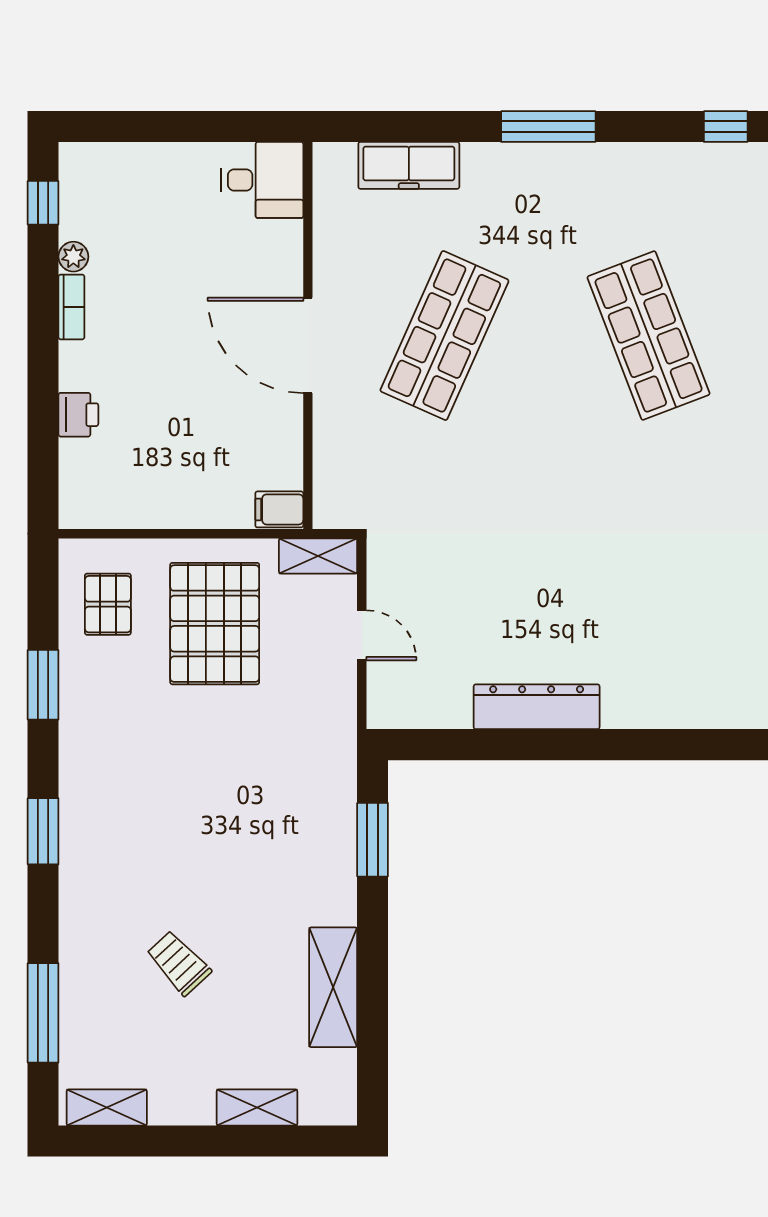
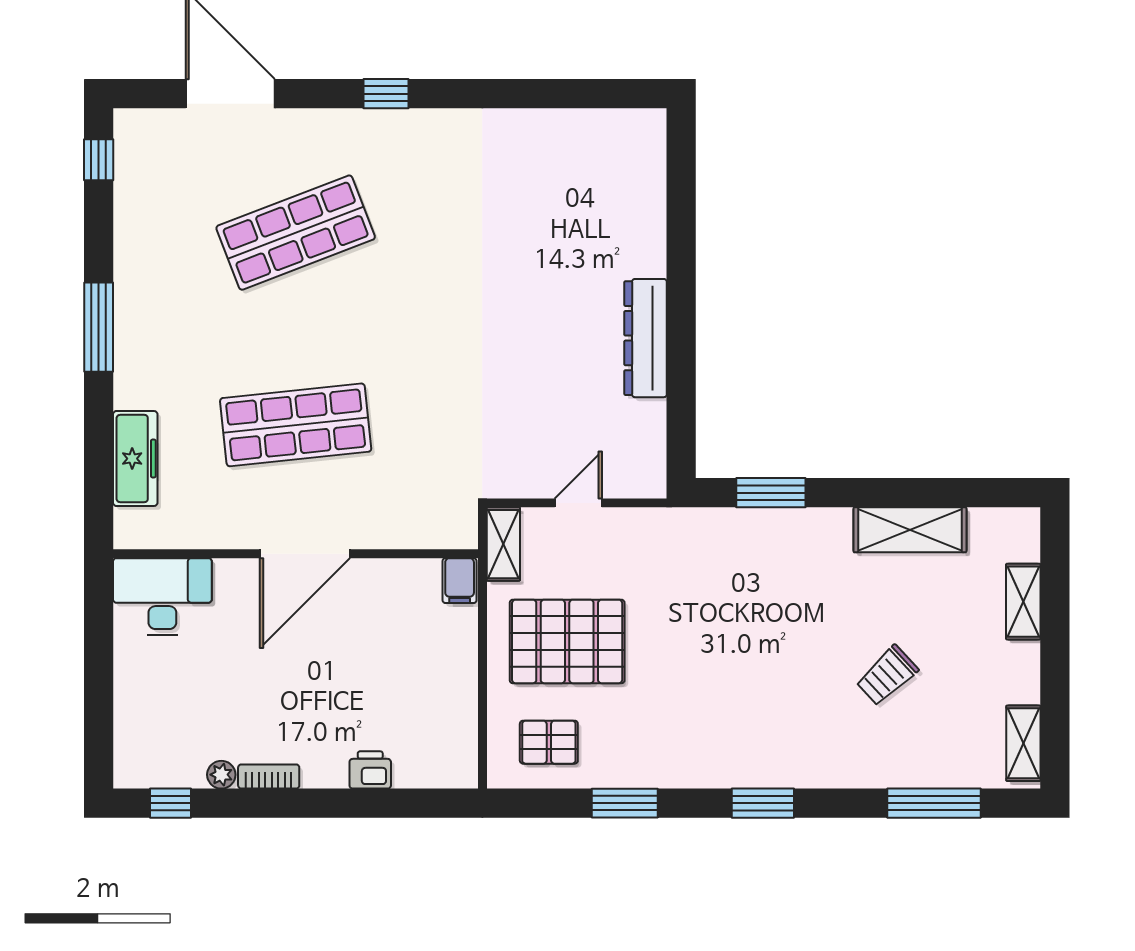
desk: (262, 180) -> (162, 597), width x1.37
shop shelf: (444, 336) -> (296, 425), turned -30

